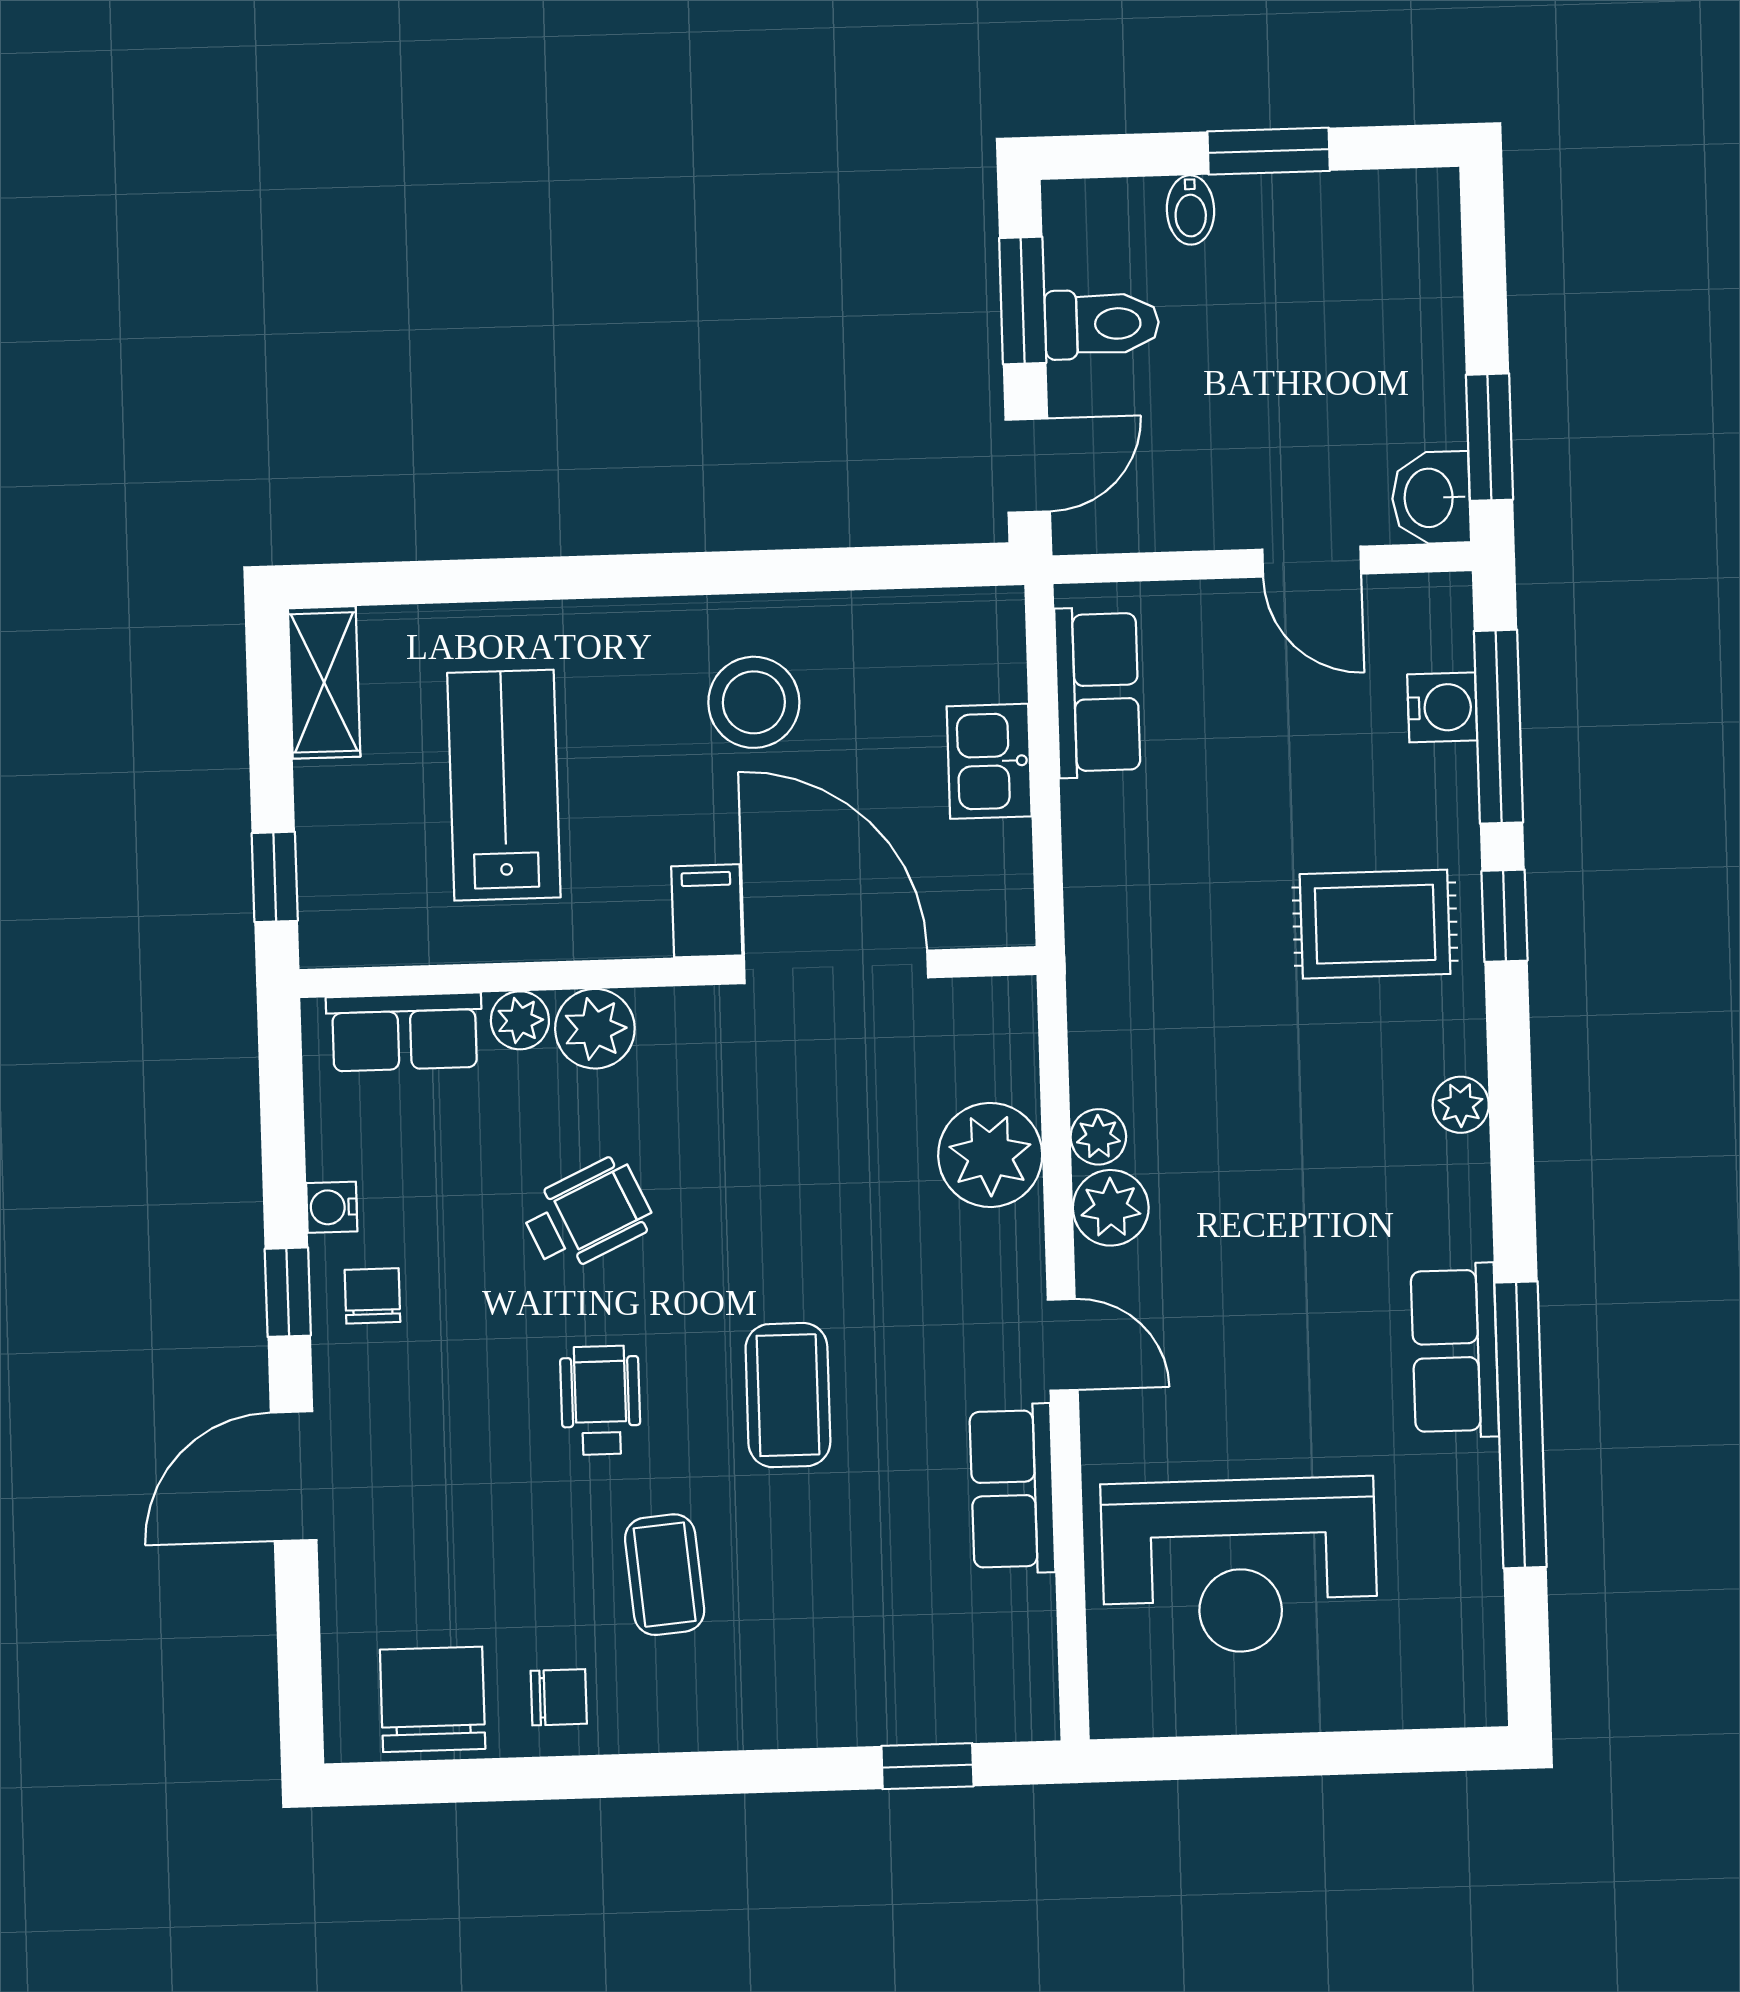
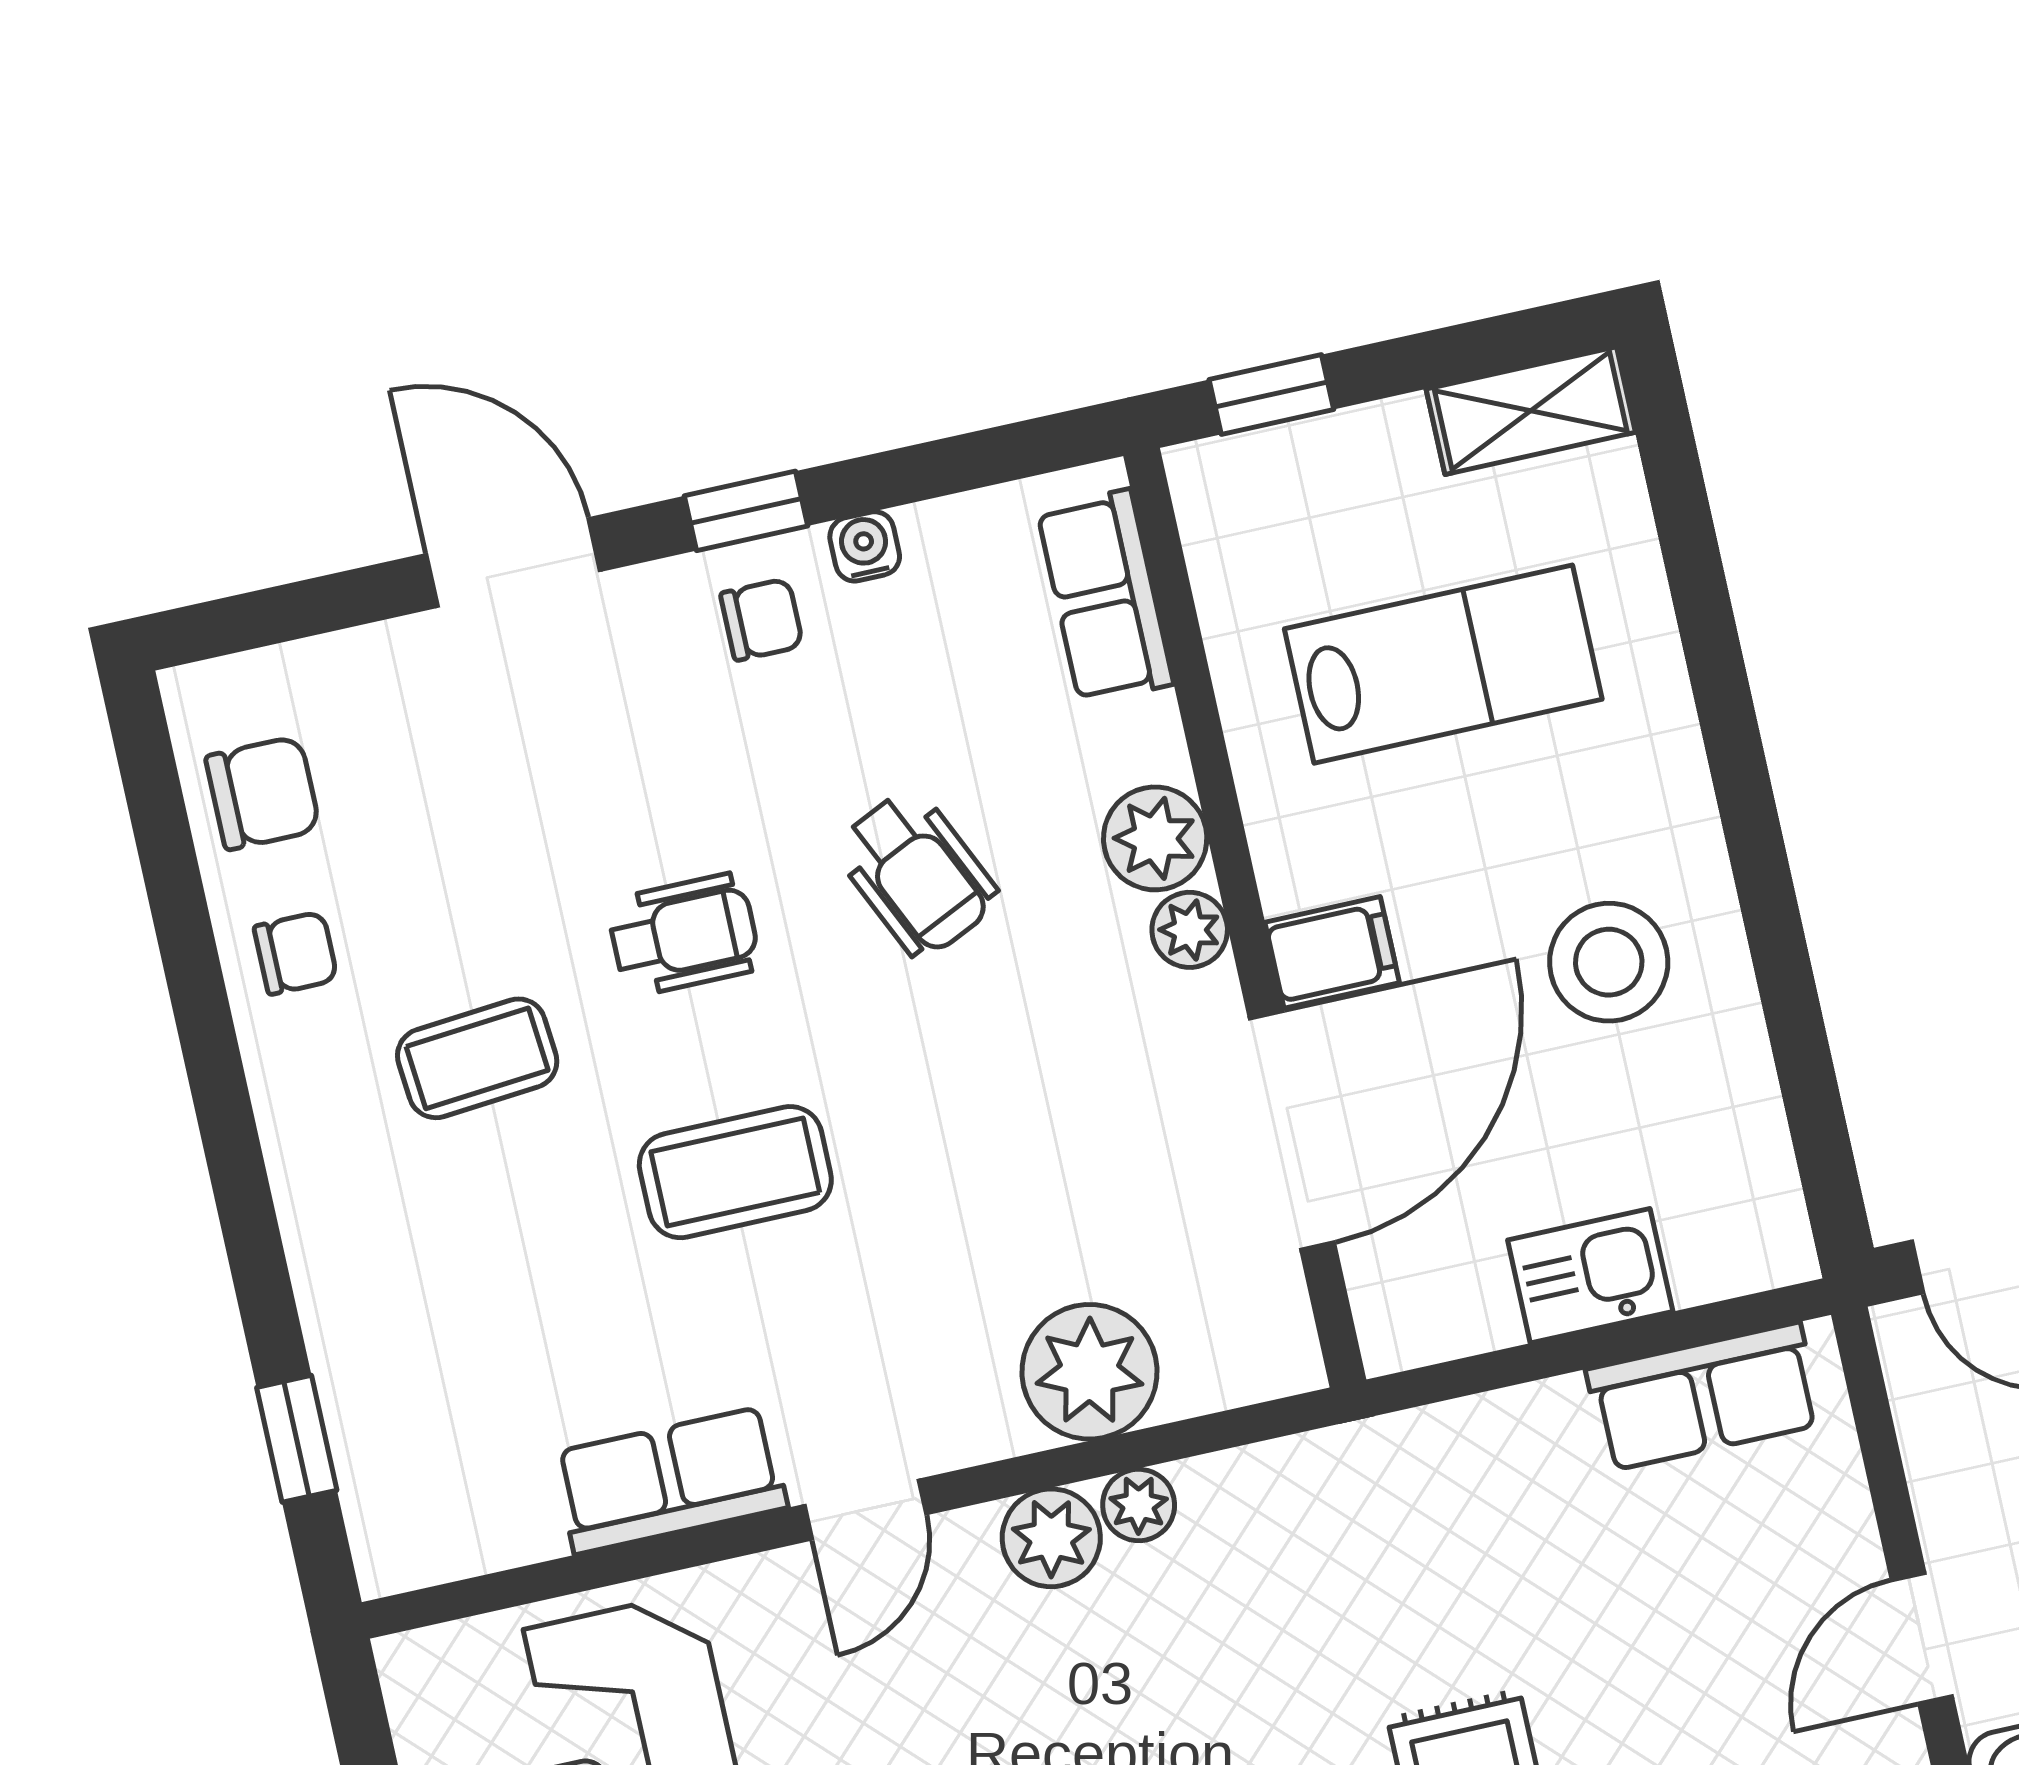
plant: (520, 1020) -> (1190, 930), moved
chair: (559, 1697) -> (296, 953), turned -90
chair: (433, 1699) -> (263, 793), width x0.73, depth x0.73

